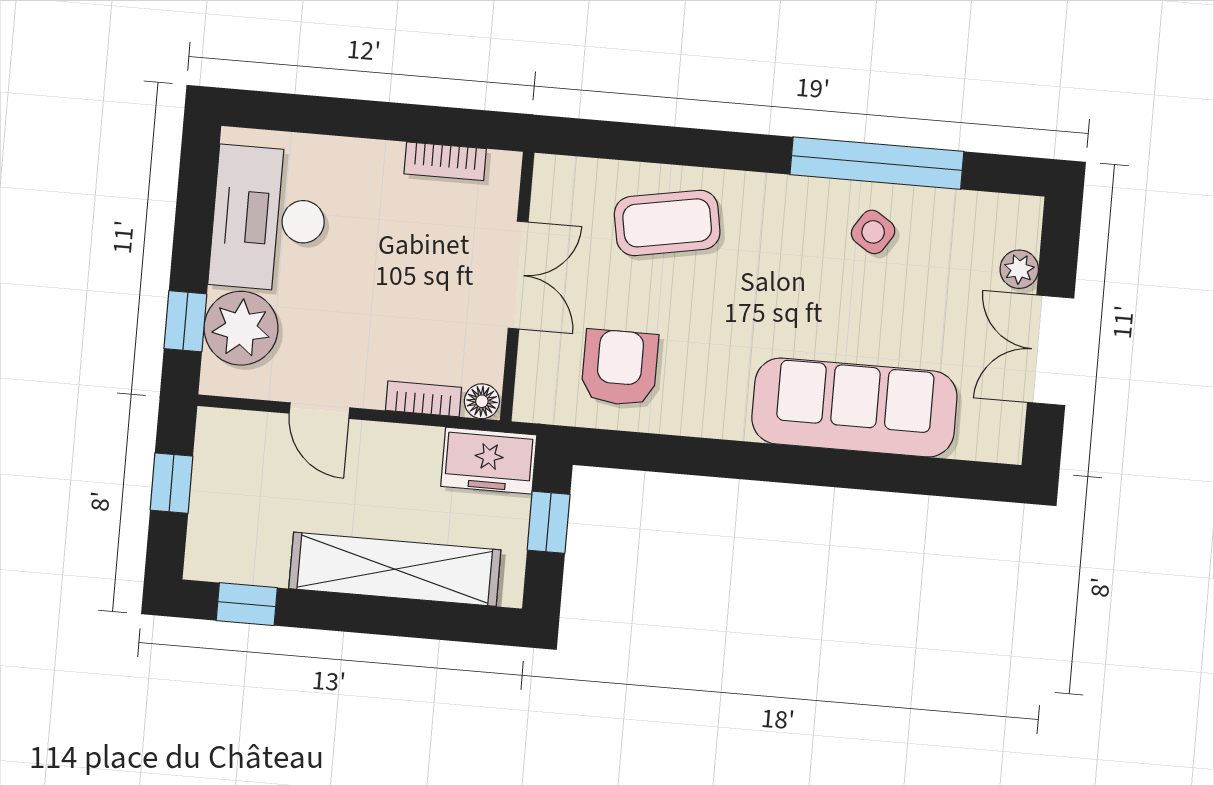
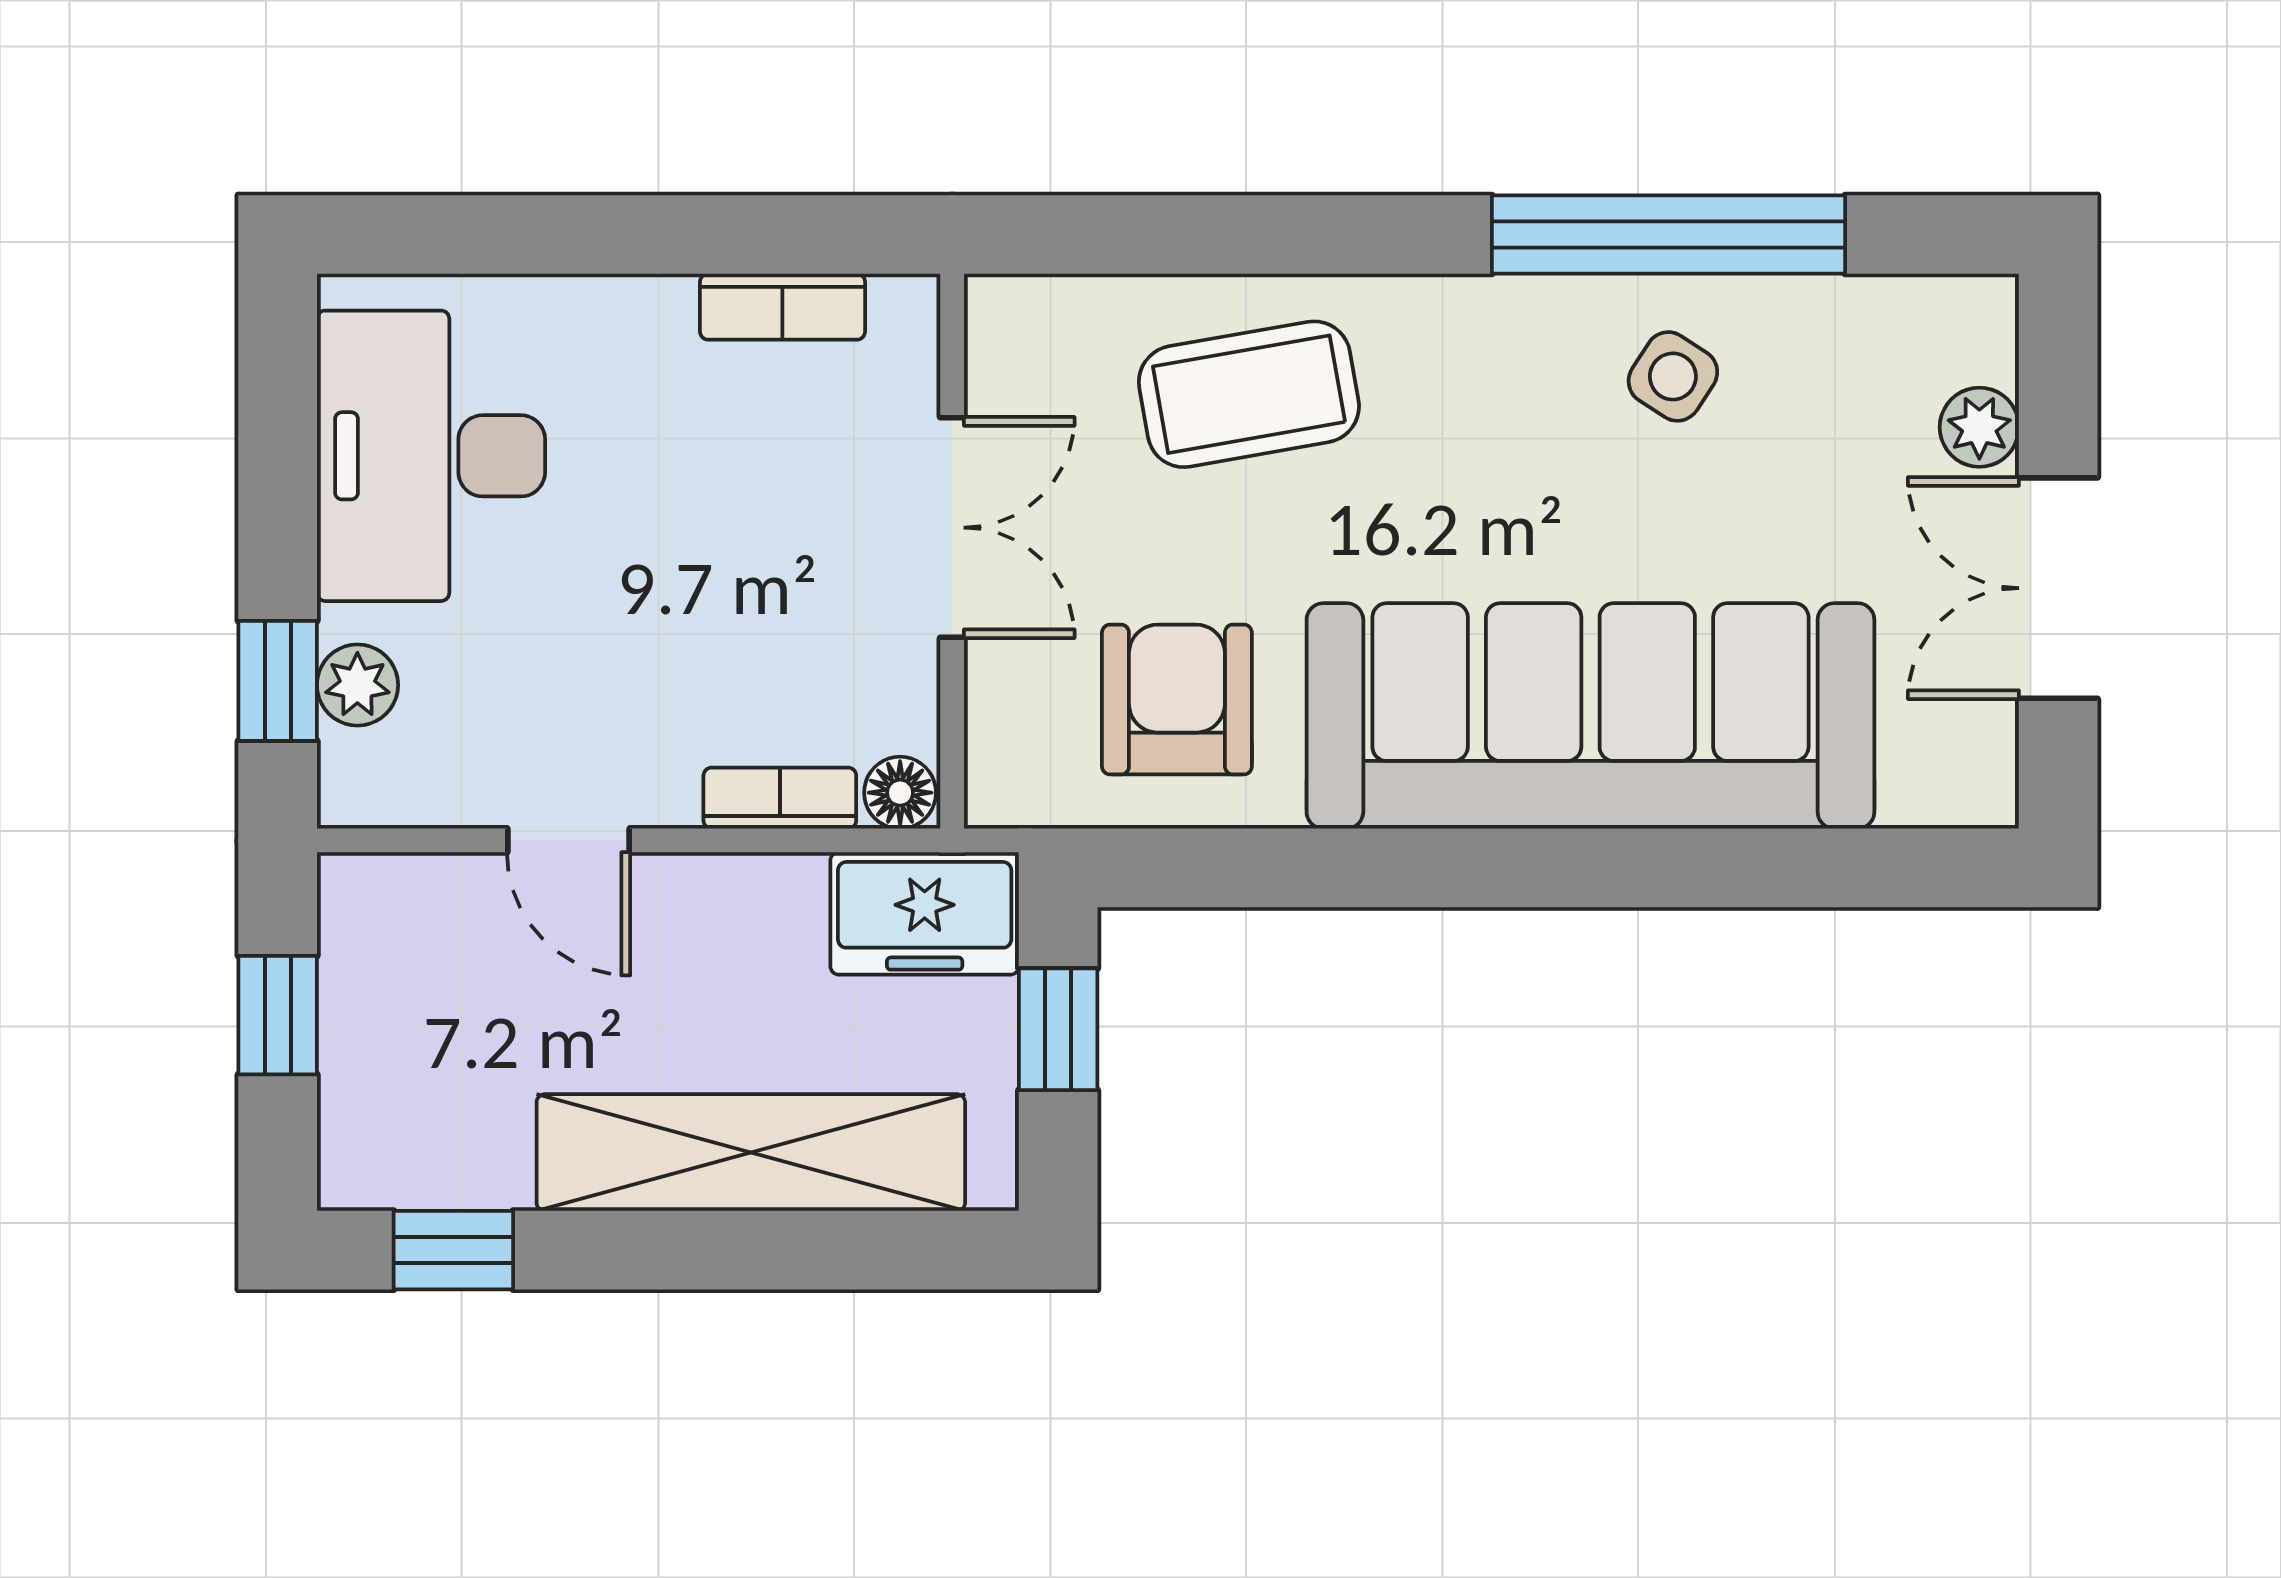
plant: (241, 328) -> (357, 685), width x0.53, depth x0.53
sofa: (854, 407) -> (1590, 716), width x1.36, depth x1.27

